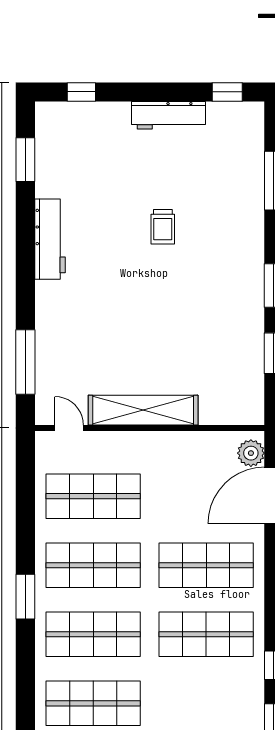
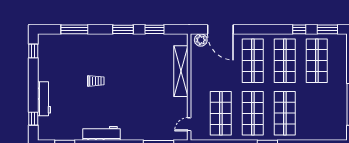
workbench: (168, 115) -> (44, 99), moved
shelving: (143, 410) -> (181, 71), moved
shop shelf: (93, 703) -> (317, 61), moved

